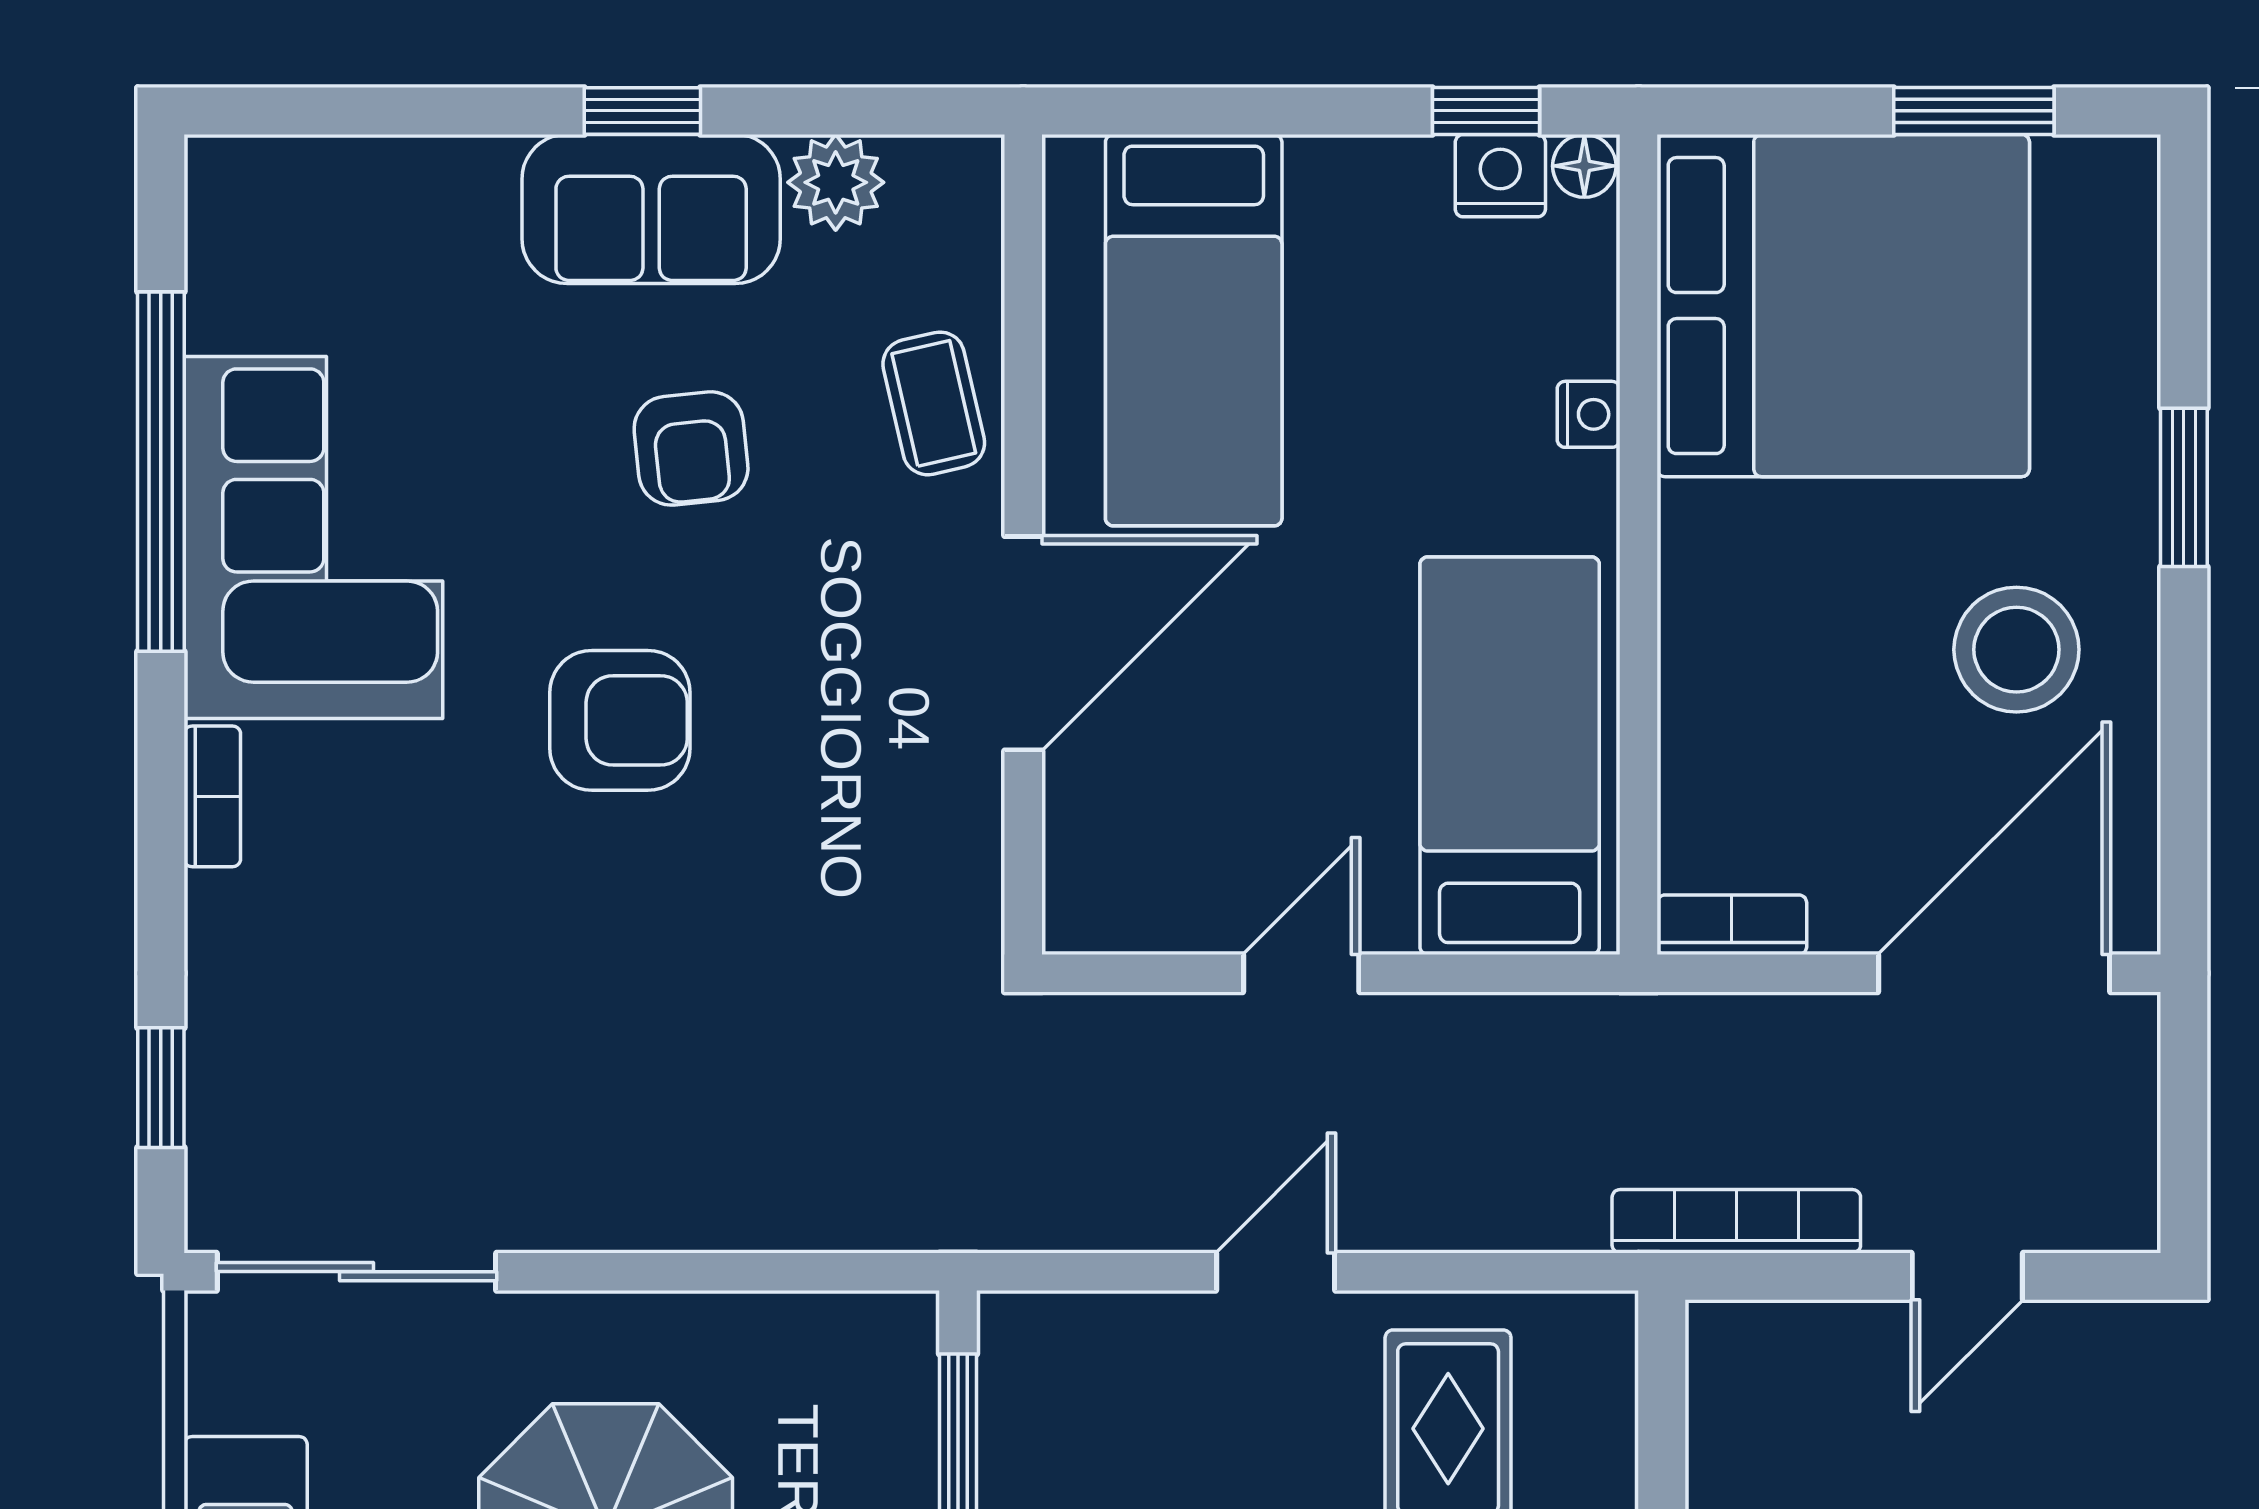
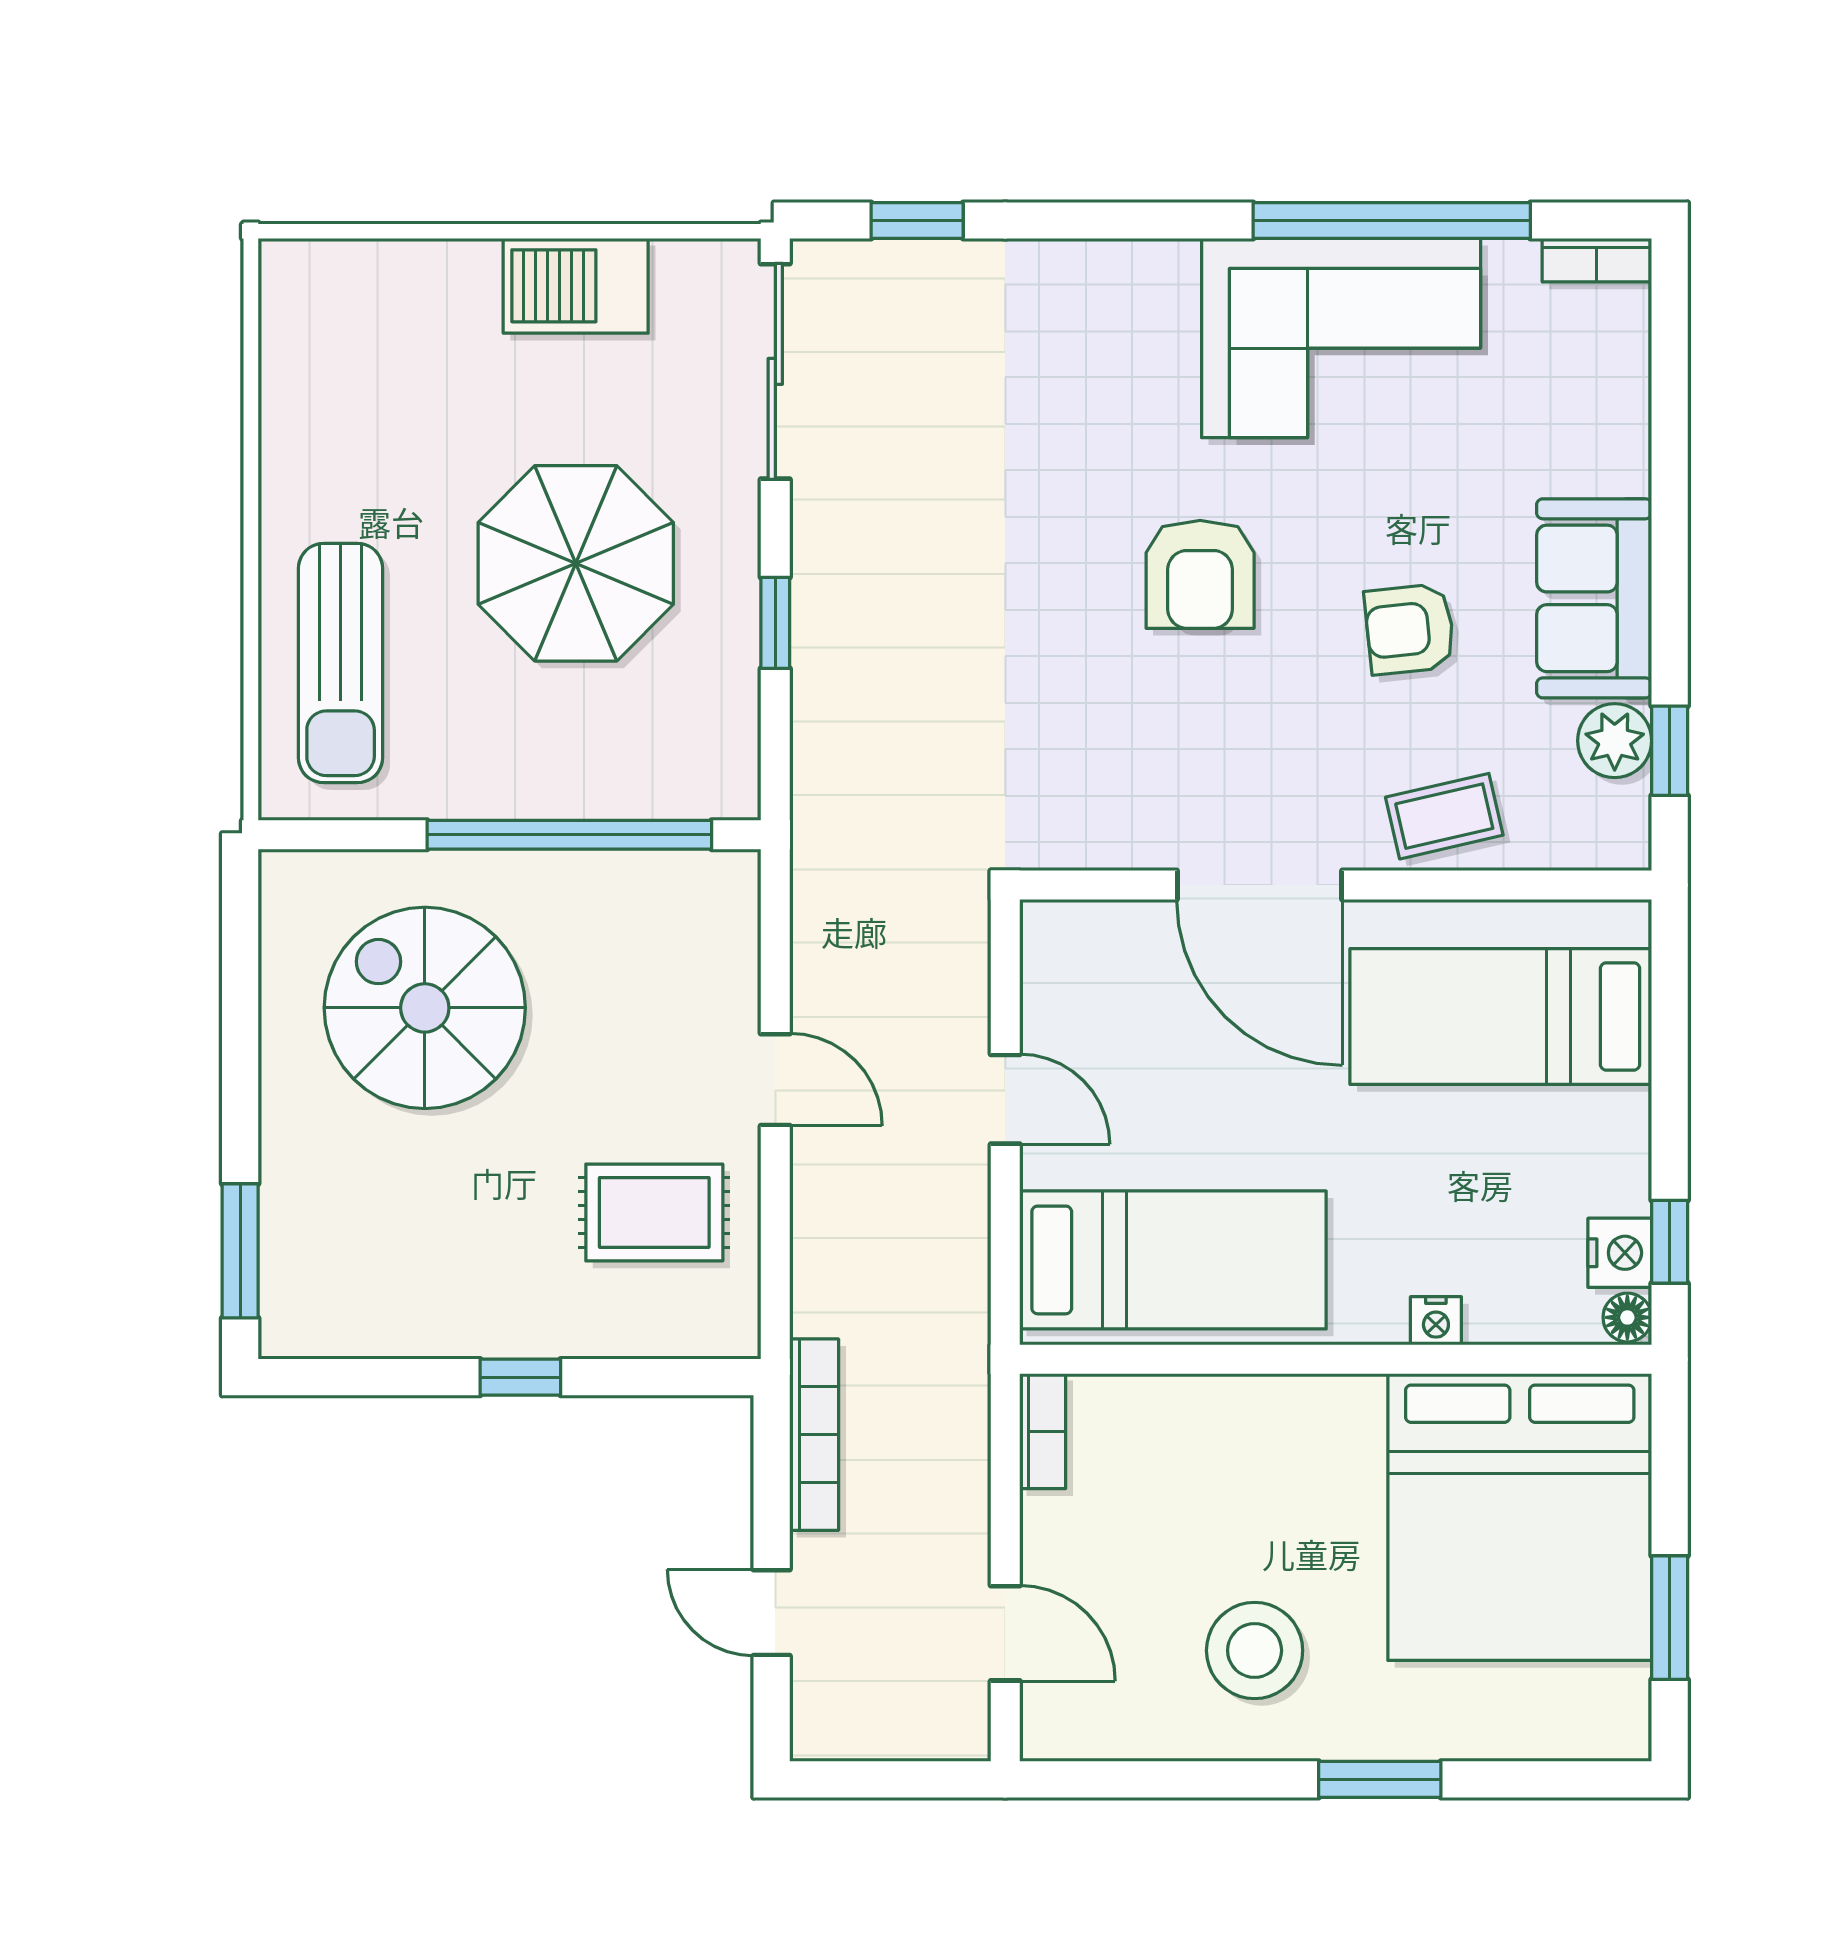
window: (642, 111) -> (1670, 751), moved
bookcase: (212, 796) -> (1596, 260), moved
door: (1994, 973) -> (1005, 1633), width x0.53
window: (683, 1272) -> (775, 623), added

